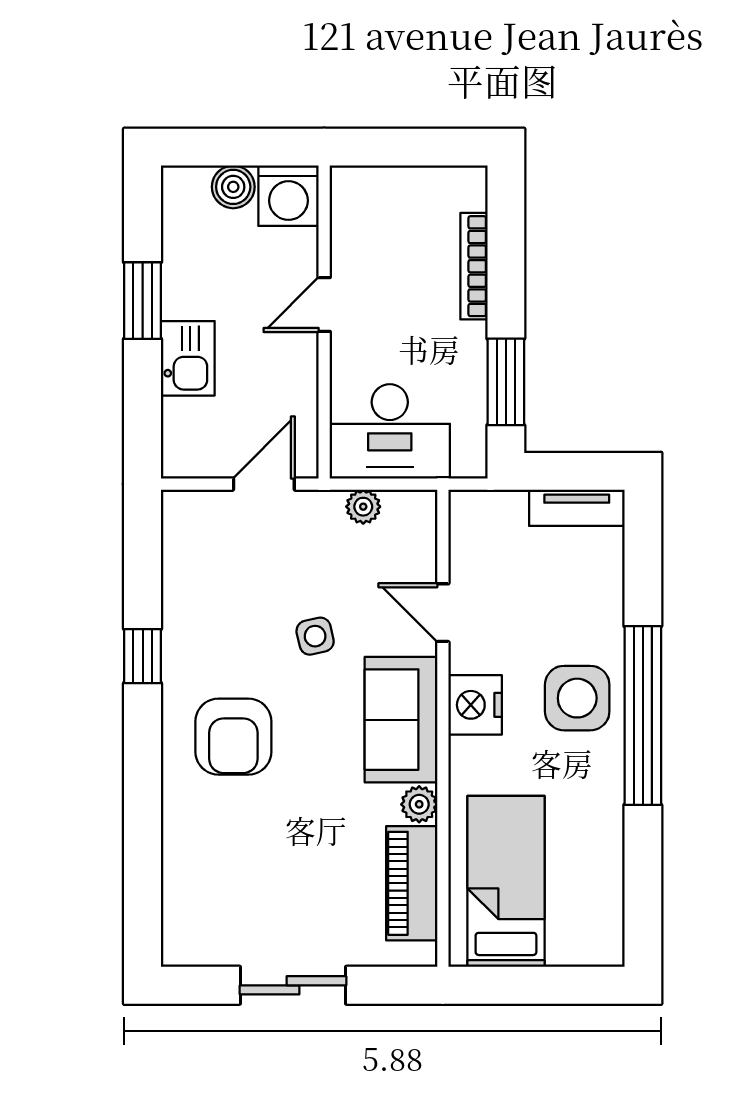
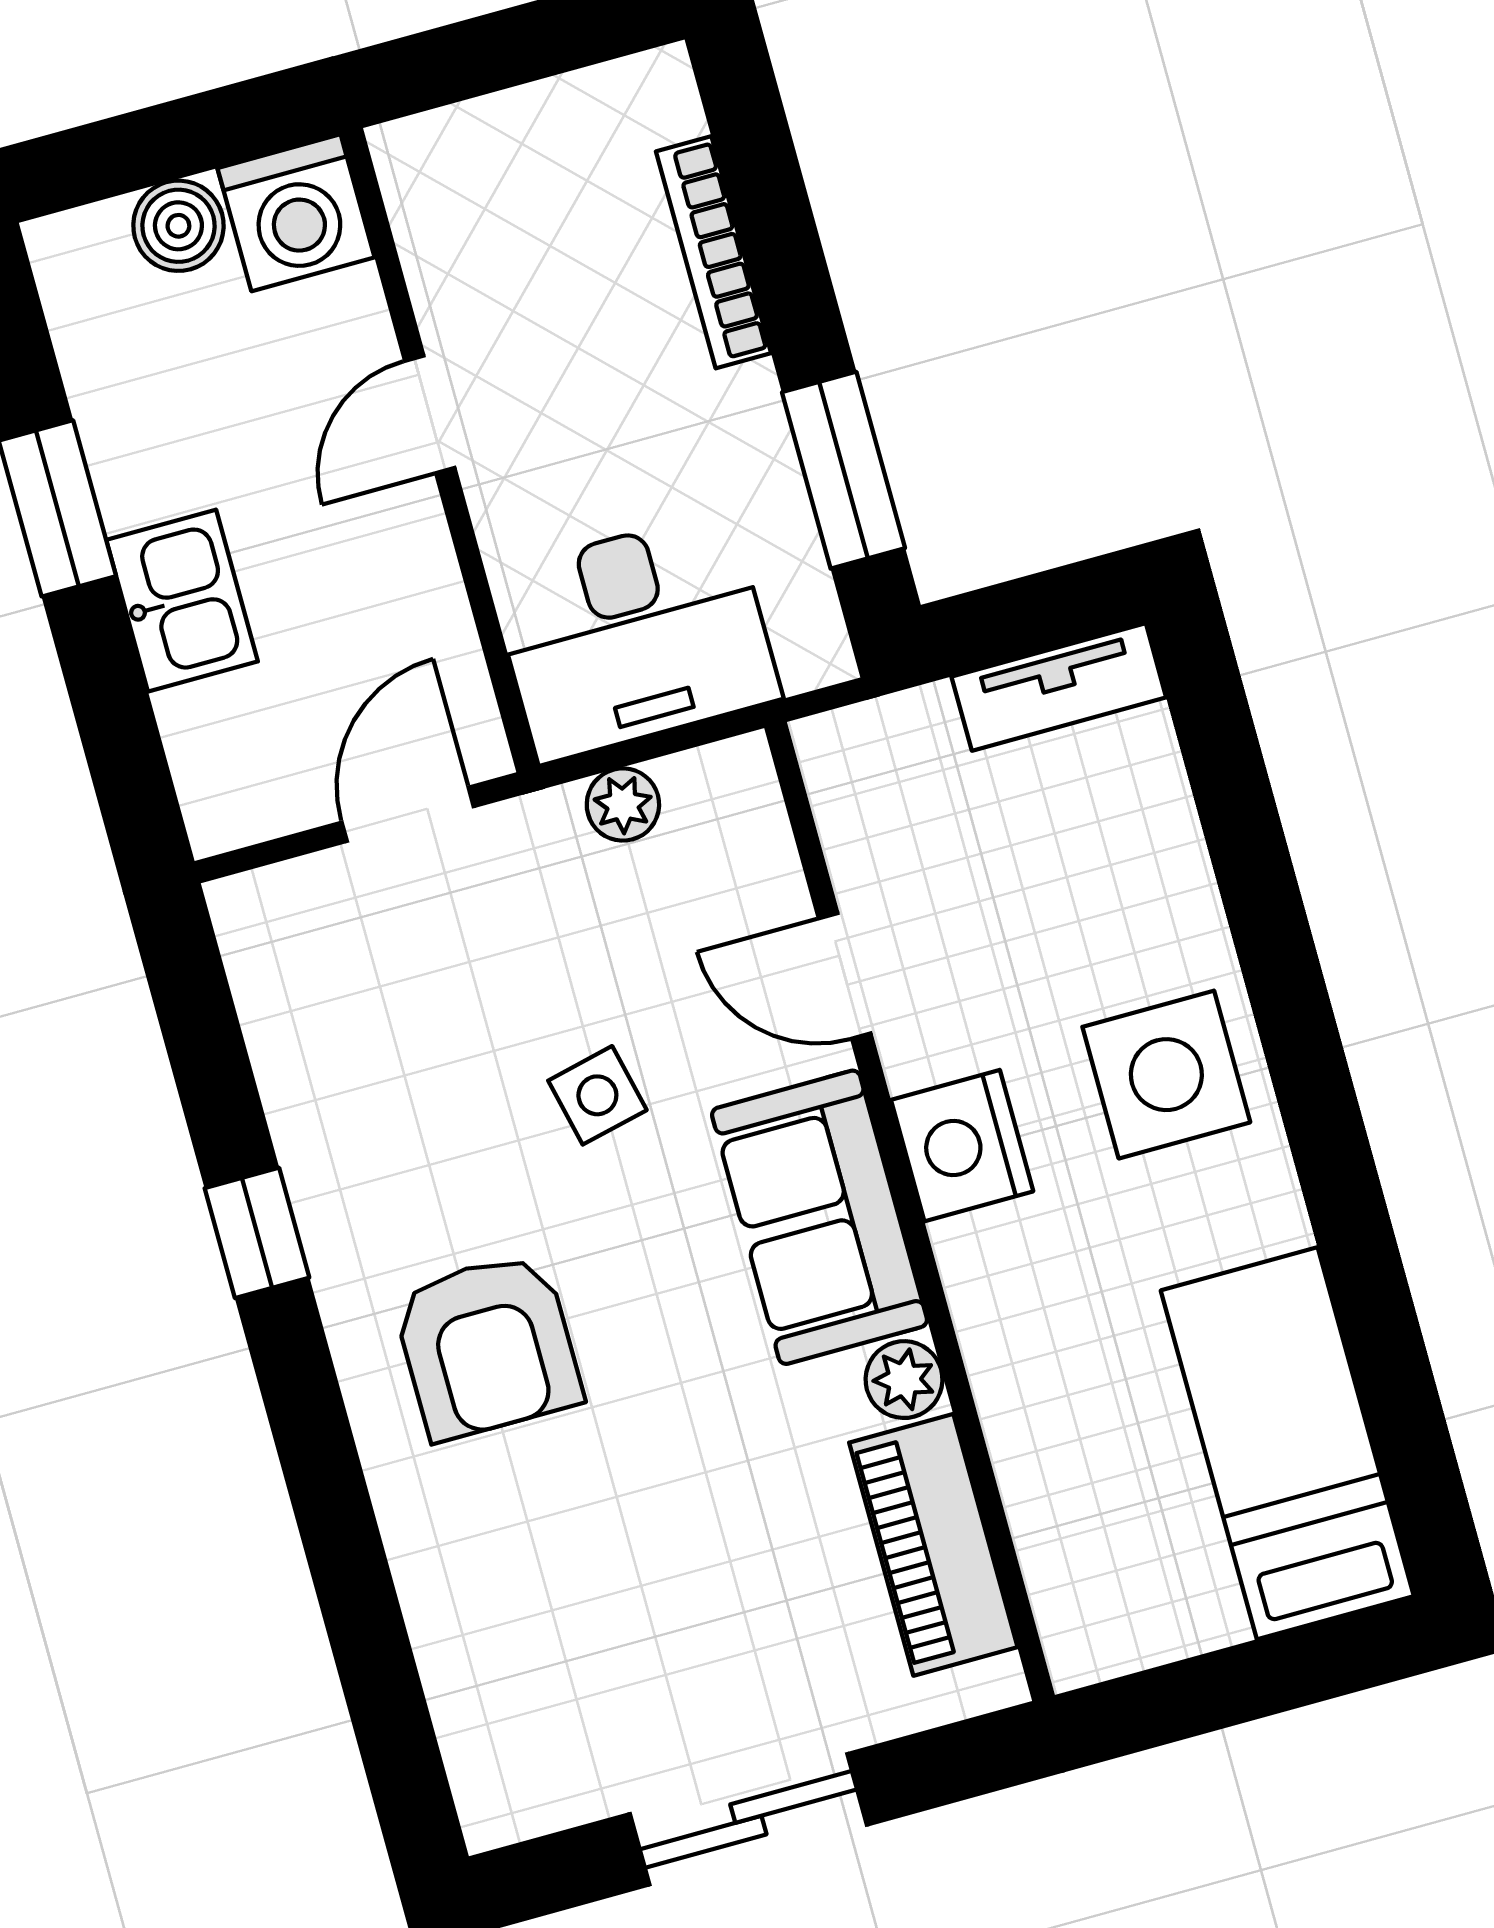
window: (643, 716) -> (1310, 1073), removed
bed: (506, 881) -> (1287, 1443), moved

